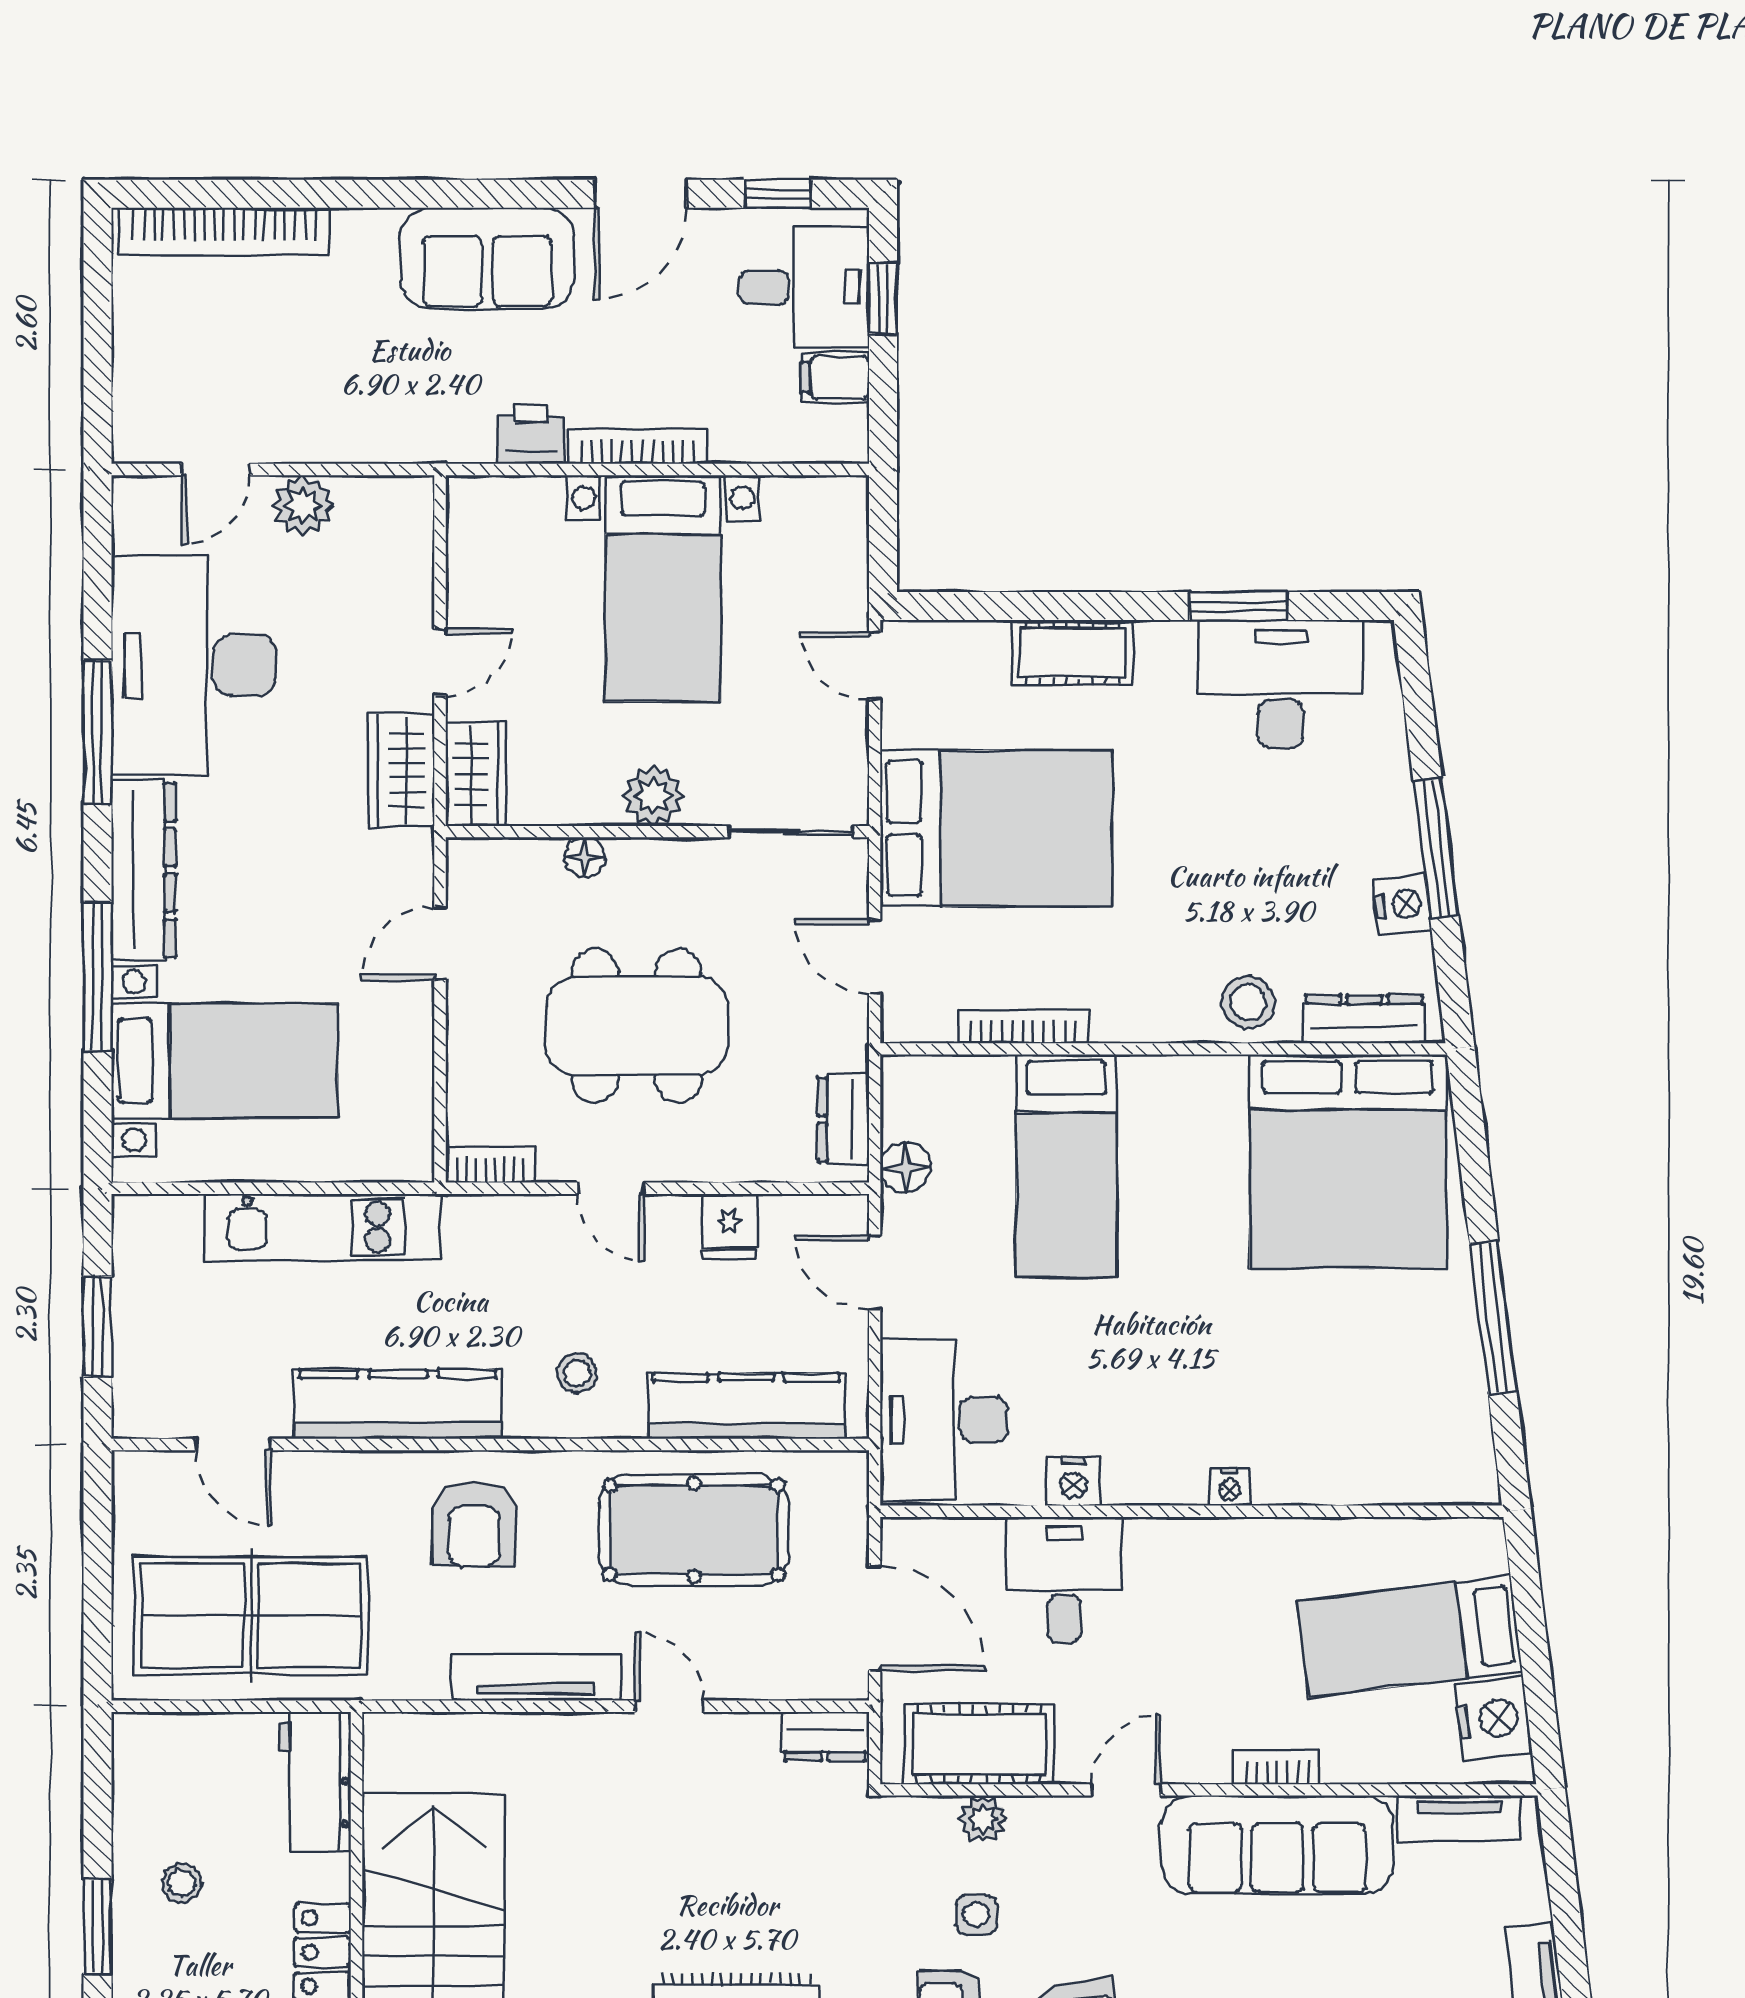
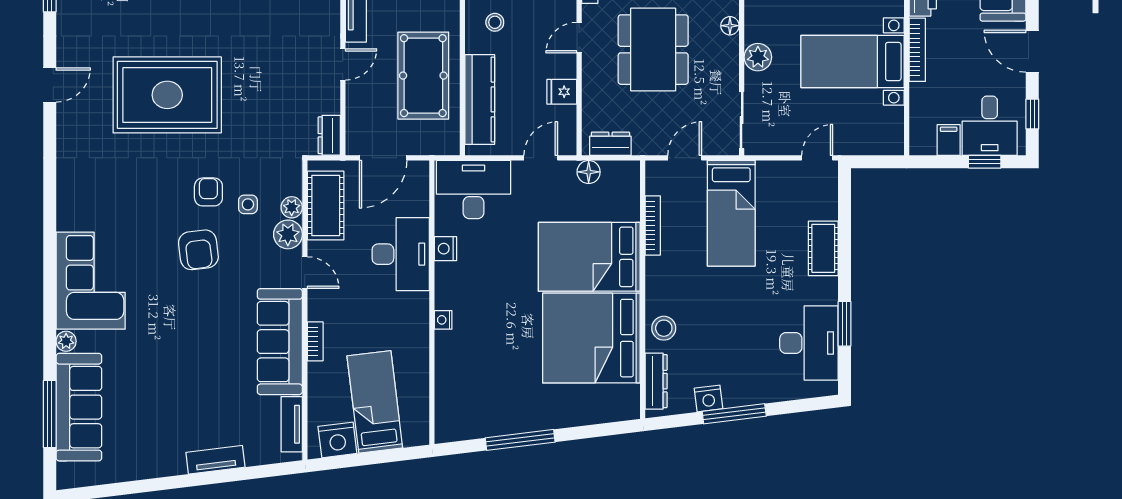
bed: (996, 828) -> (731, 213), width x0.67
bed: (1348, 1161) -> (591, 338), moved
bed: (1066, 1166) -> (589, 257), width x1.50
desk: (1064, 1580) -> (401, 254), width x1.37
plant: (1042, 1827) -> (288, 234), added

